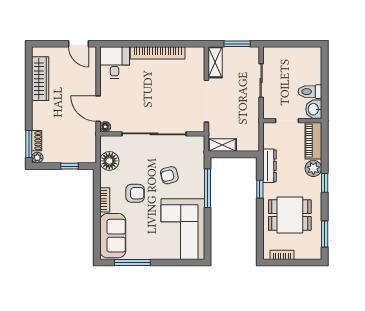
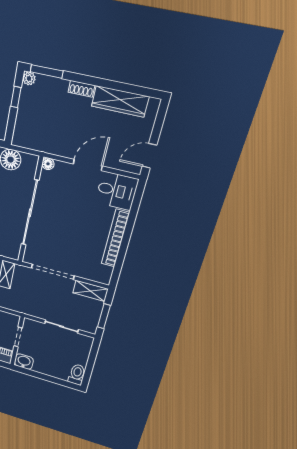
toilet: (310, 92) -> (77, 374), moved
door: (98, 109) -> (88, 165), moved
shoe rack: (37, 141) -> (81, 89), moved
window: (70, 166) -> (16, 97), moved

